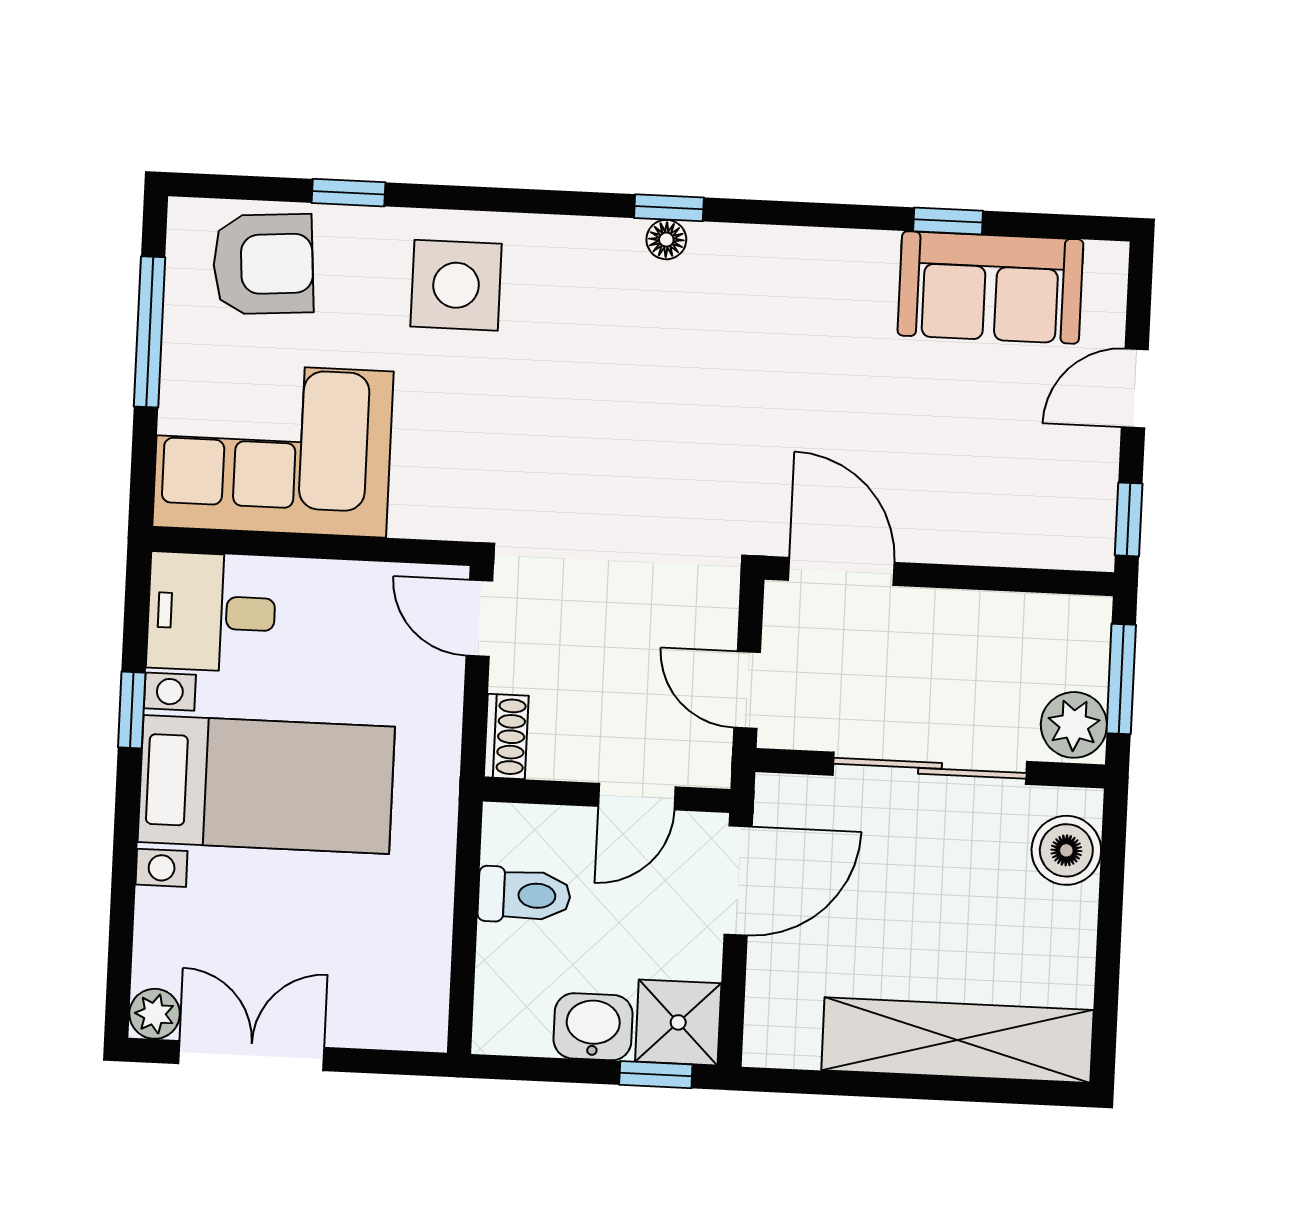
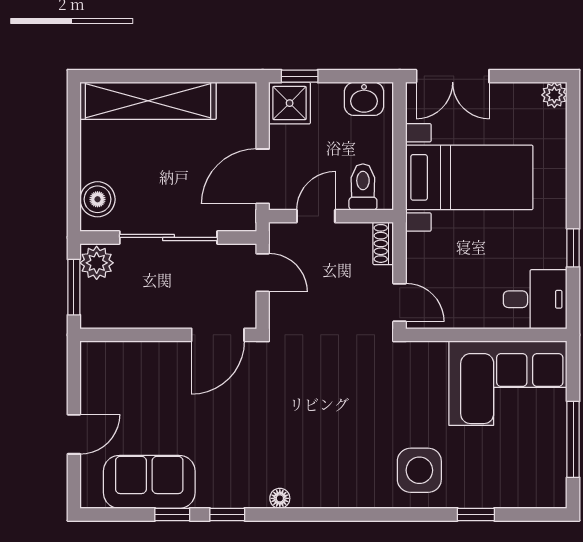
window: (669, 208) -> (227, 514), moved
floor lamp: (666, 240) -> (280, 498), moved
armchair: (263, 264) -> (517, 476), removed
window: (1129, 519) -> (74, 368), removed
door: (841, 571) -> (218, 335), hinge flipped
bed with nightstands: (266, 784) -> (469, 177), moved, turned 180
toilet: (524, 895) -> (363, 187), moved, turned 90
washbasin: (593, 1027) -> (364, 99), moved
double door: (251, 1056) -> (453, 76), moved

